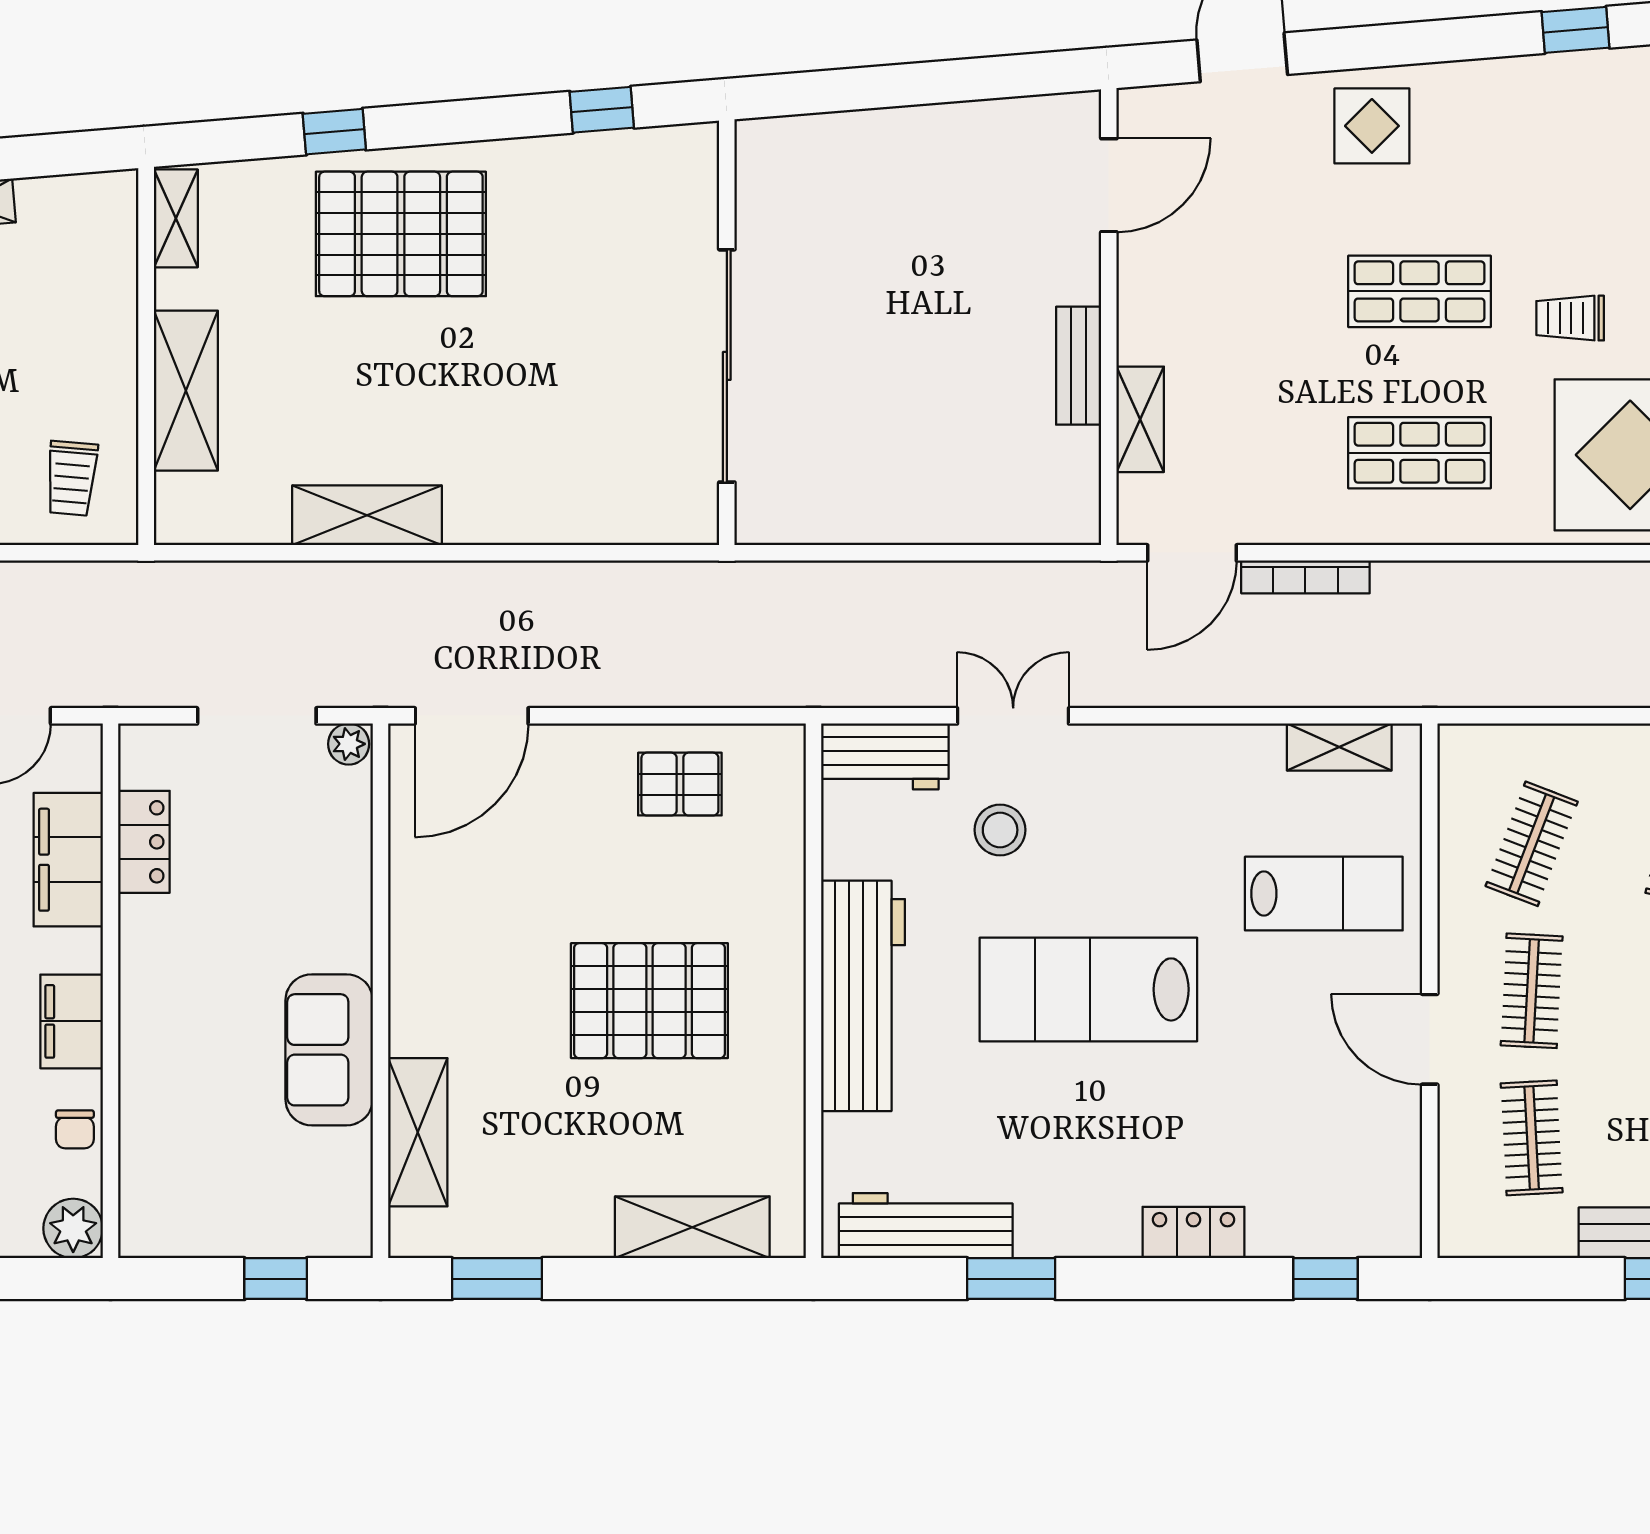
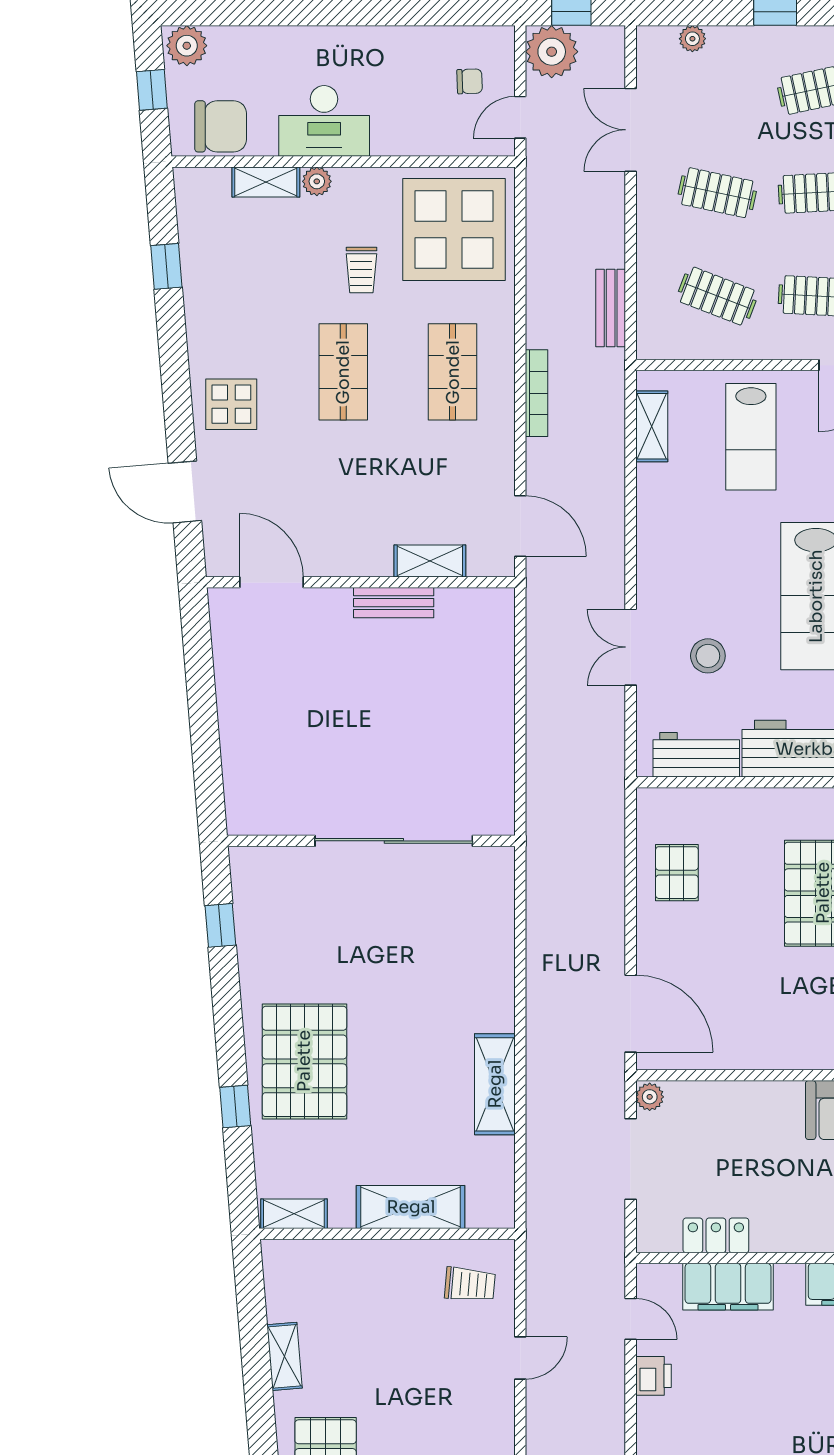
bookcase: (1305, 577) -> (537, 393), moved
bench: (1514, 686) -> (611, 308), added
workbench: (885, 756) -> (696, 755), moved, turned -90
lab bench: (1324, 894) -> (751, 437), turned 180

